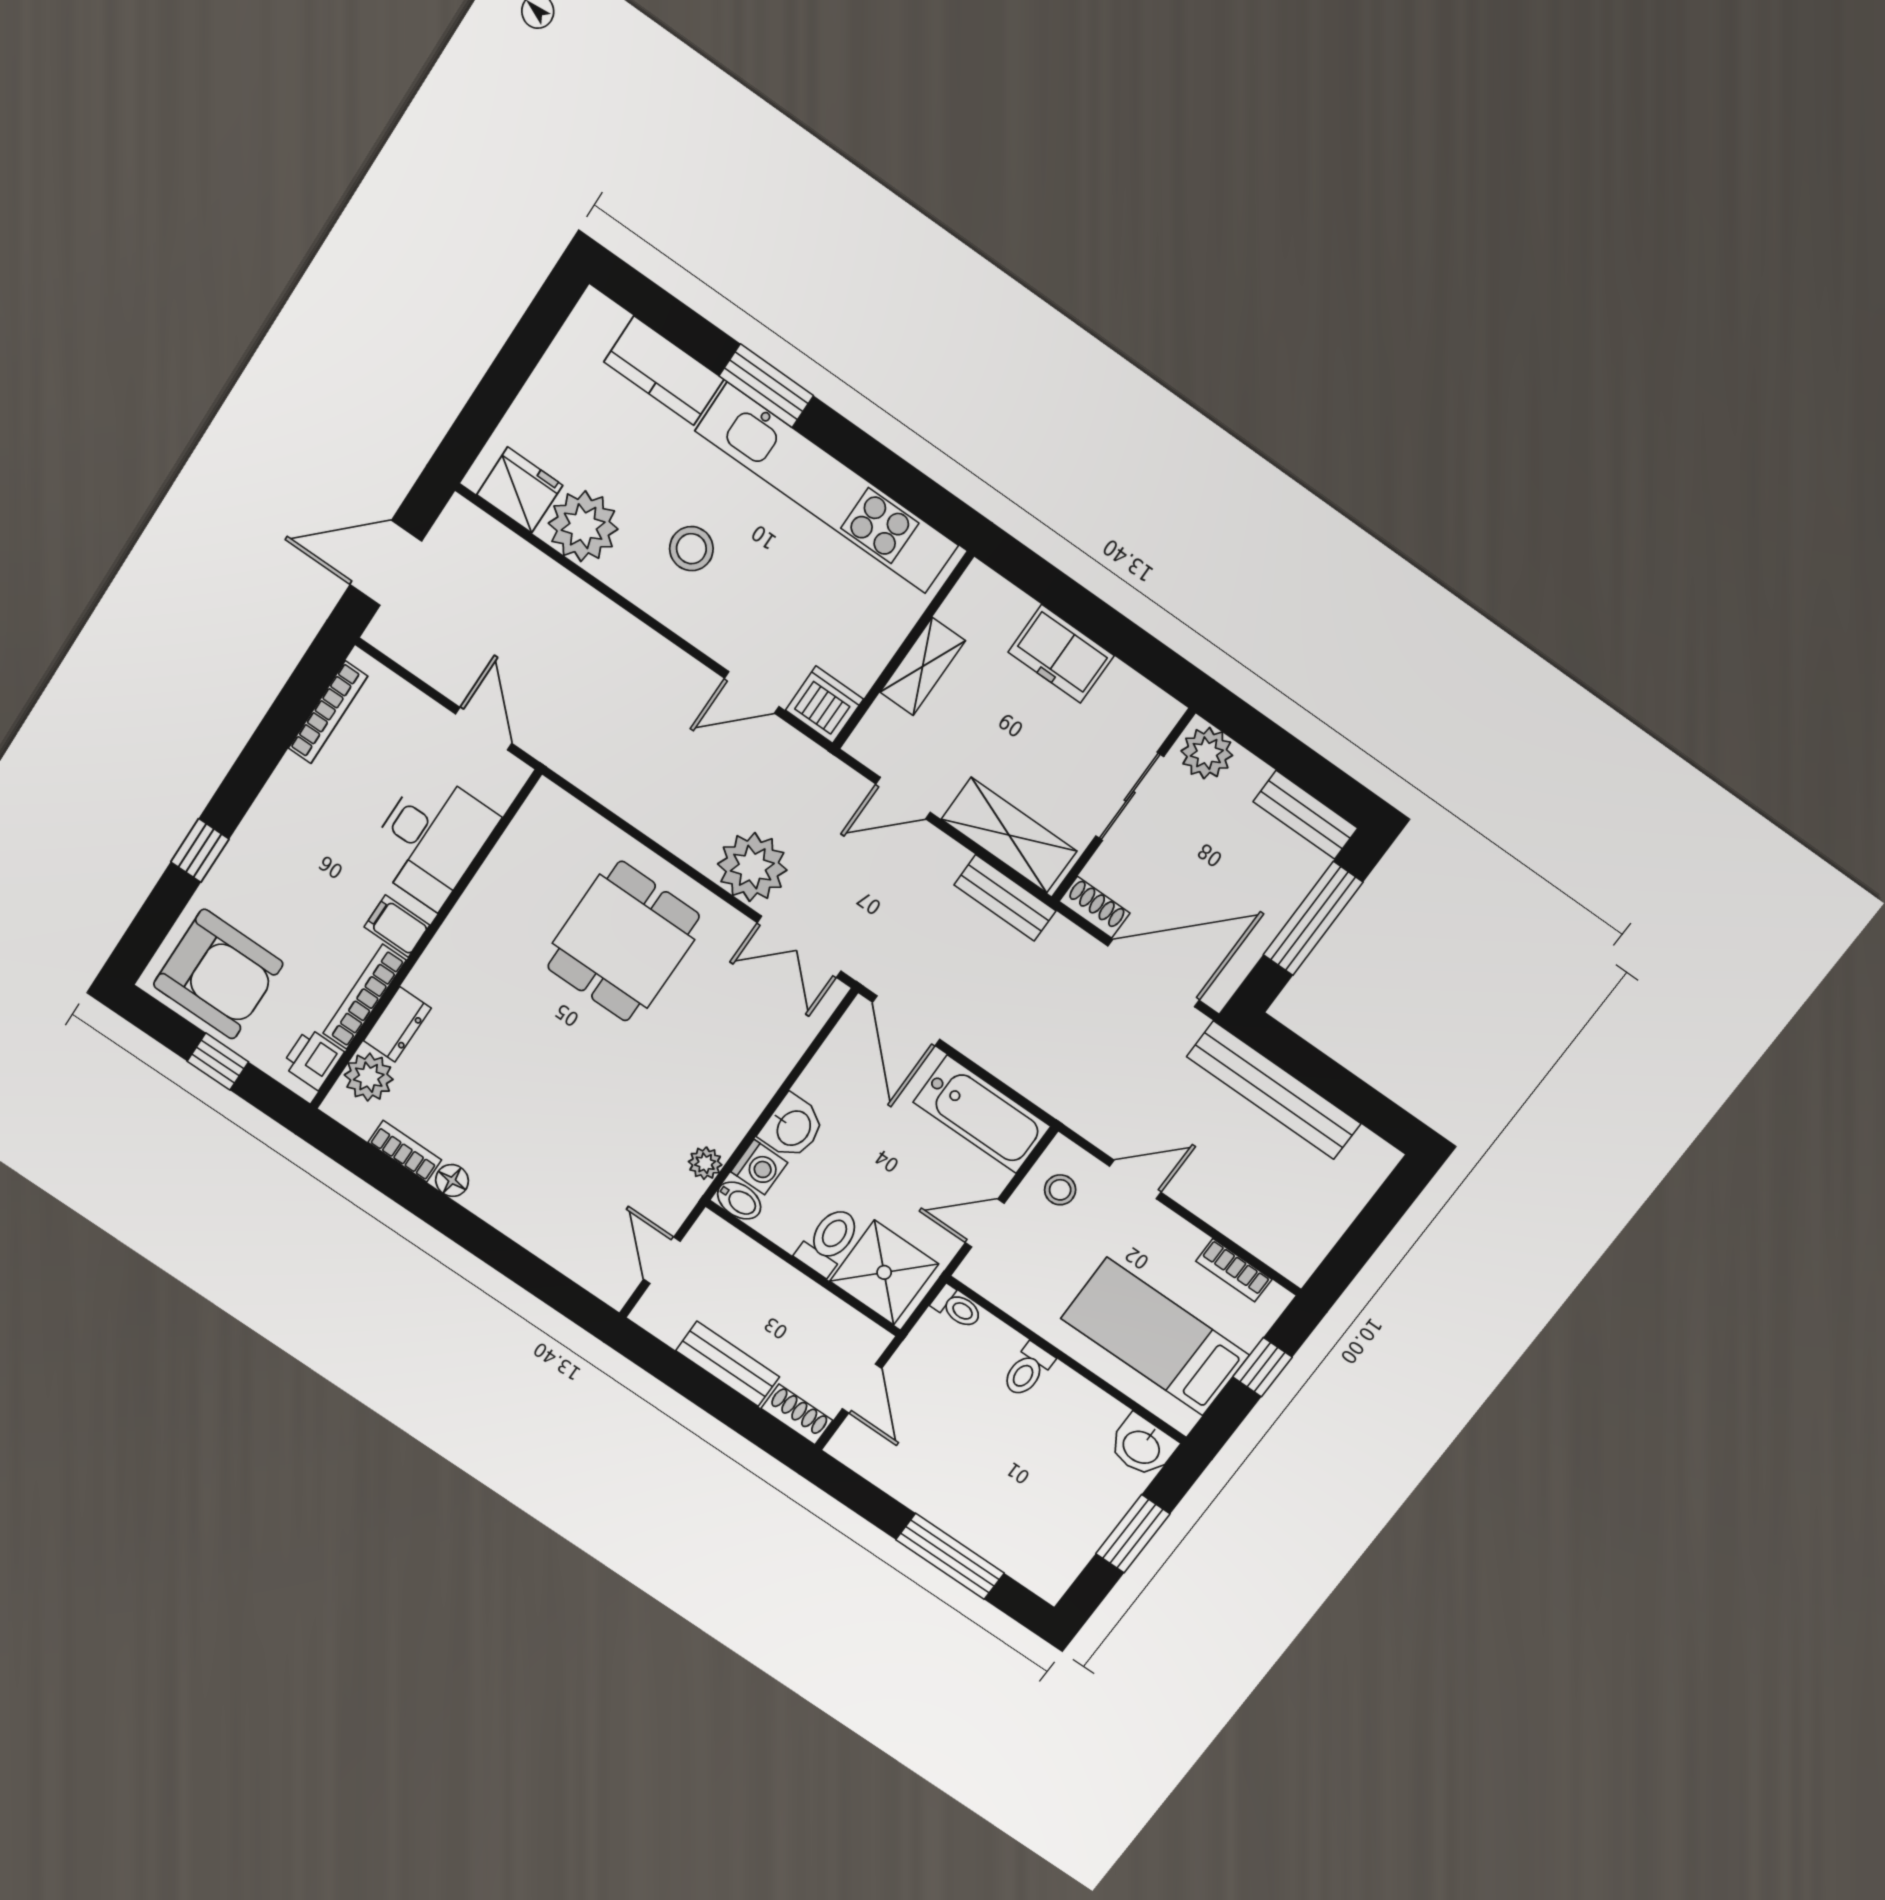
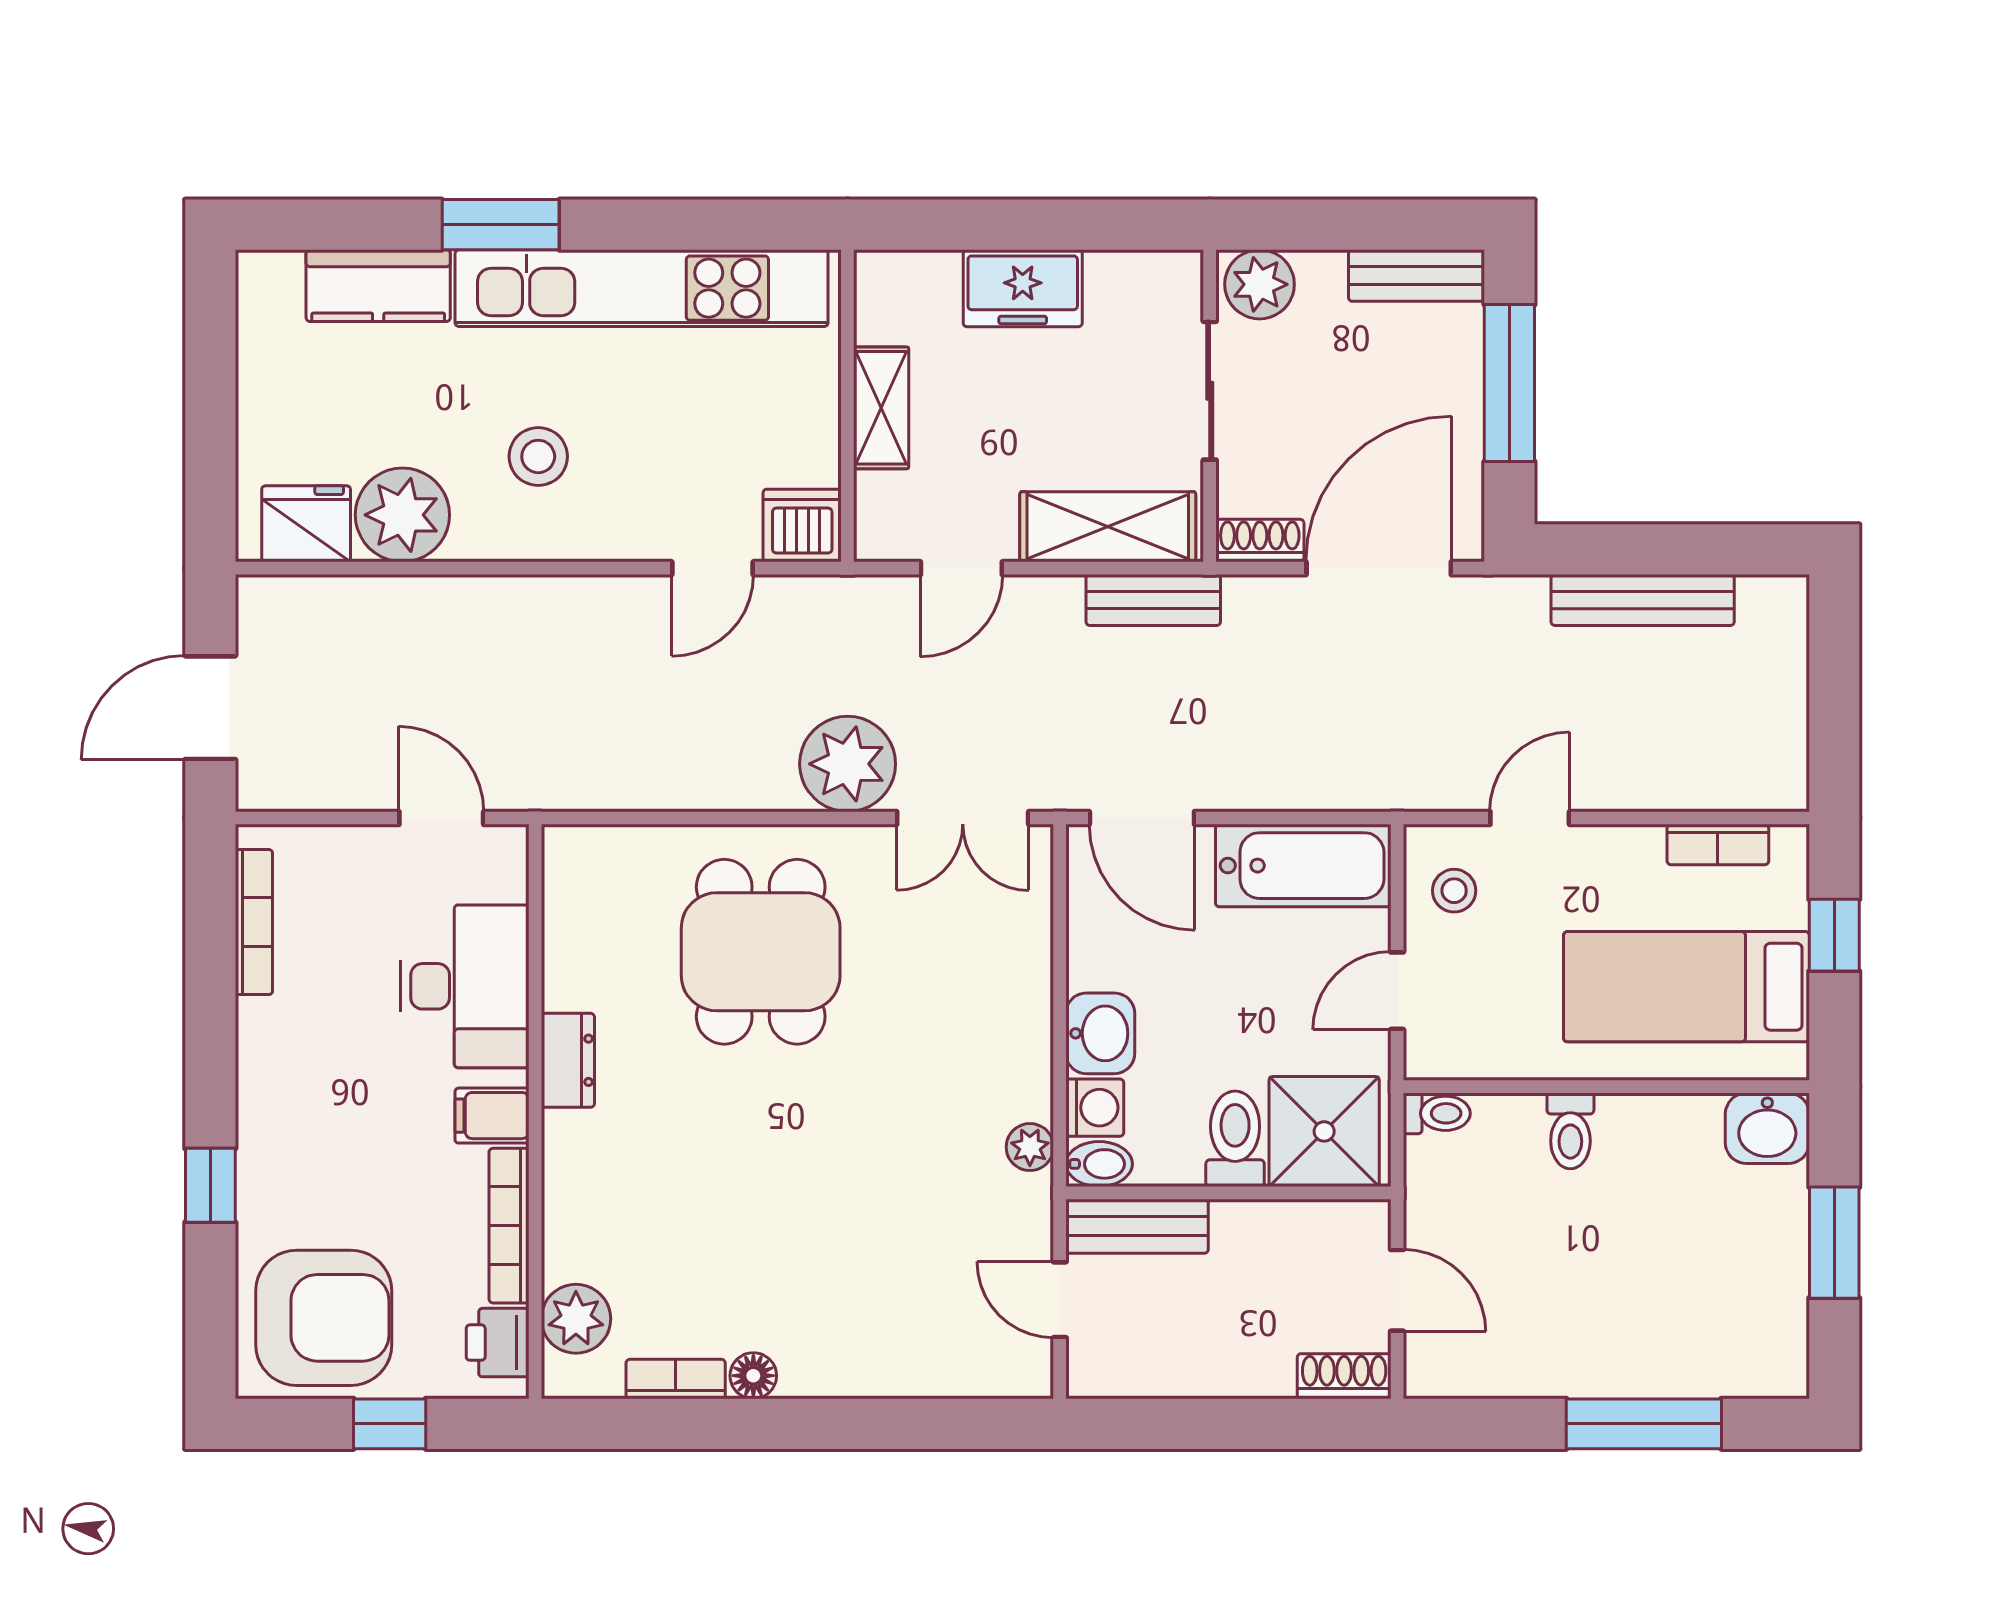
dresser: (397, 1024) -> (568, 1060), moved
bench: (1274, 1090) -> (1643, 600), width x0.73, depth x0.82
bench: (728, 1364) -> (1137, 1226), moved

